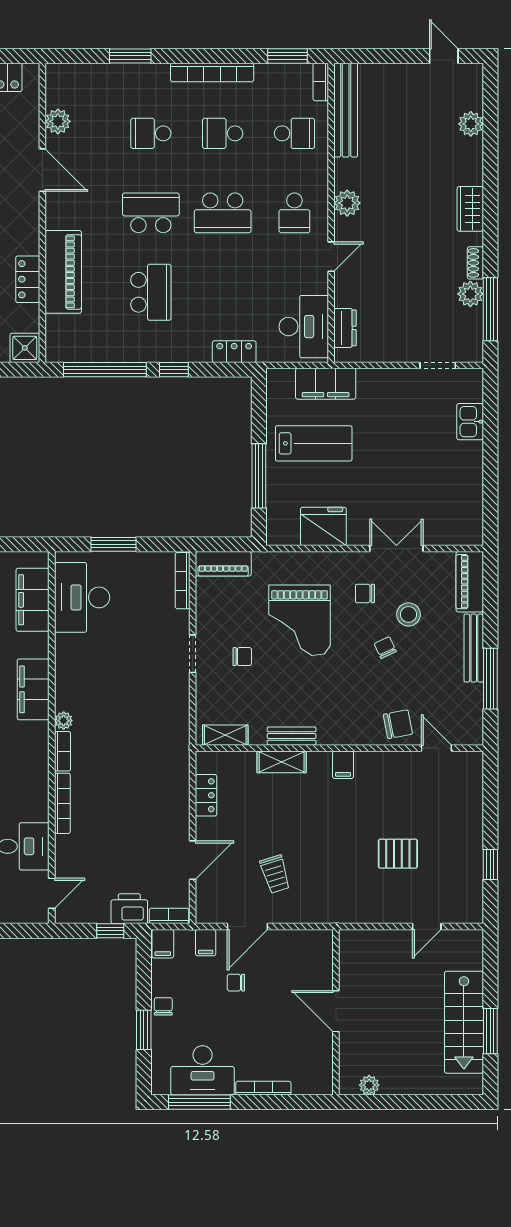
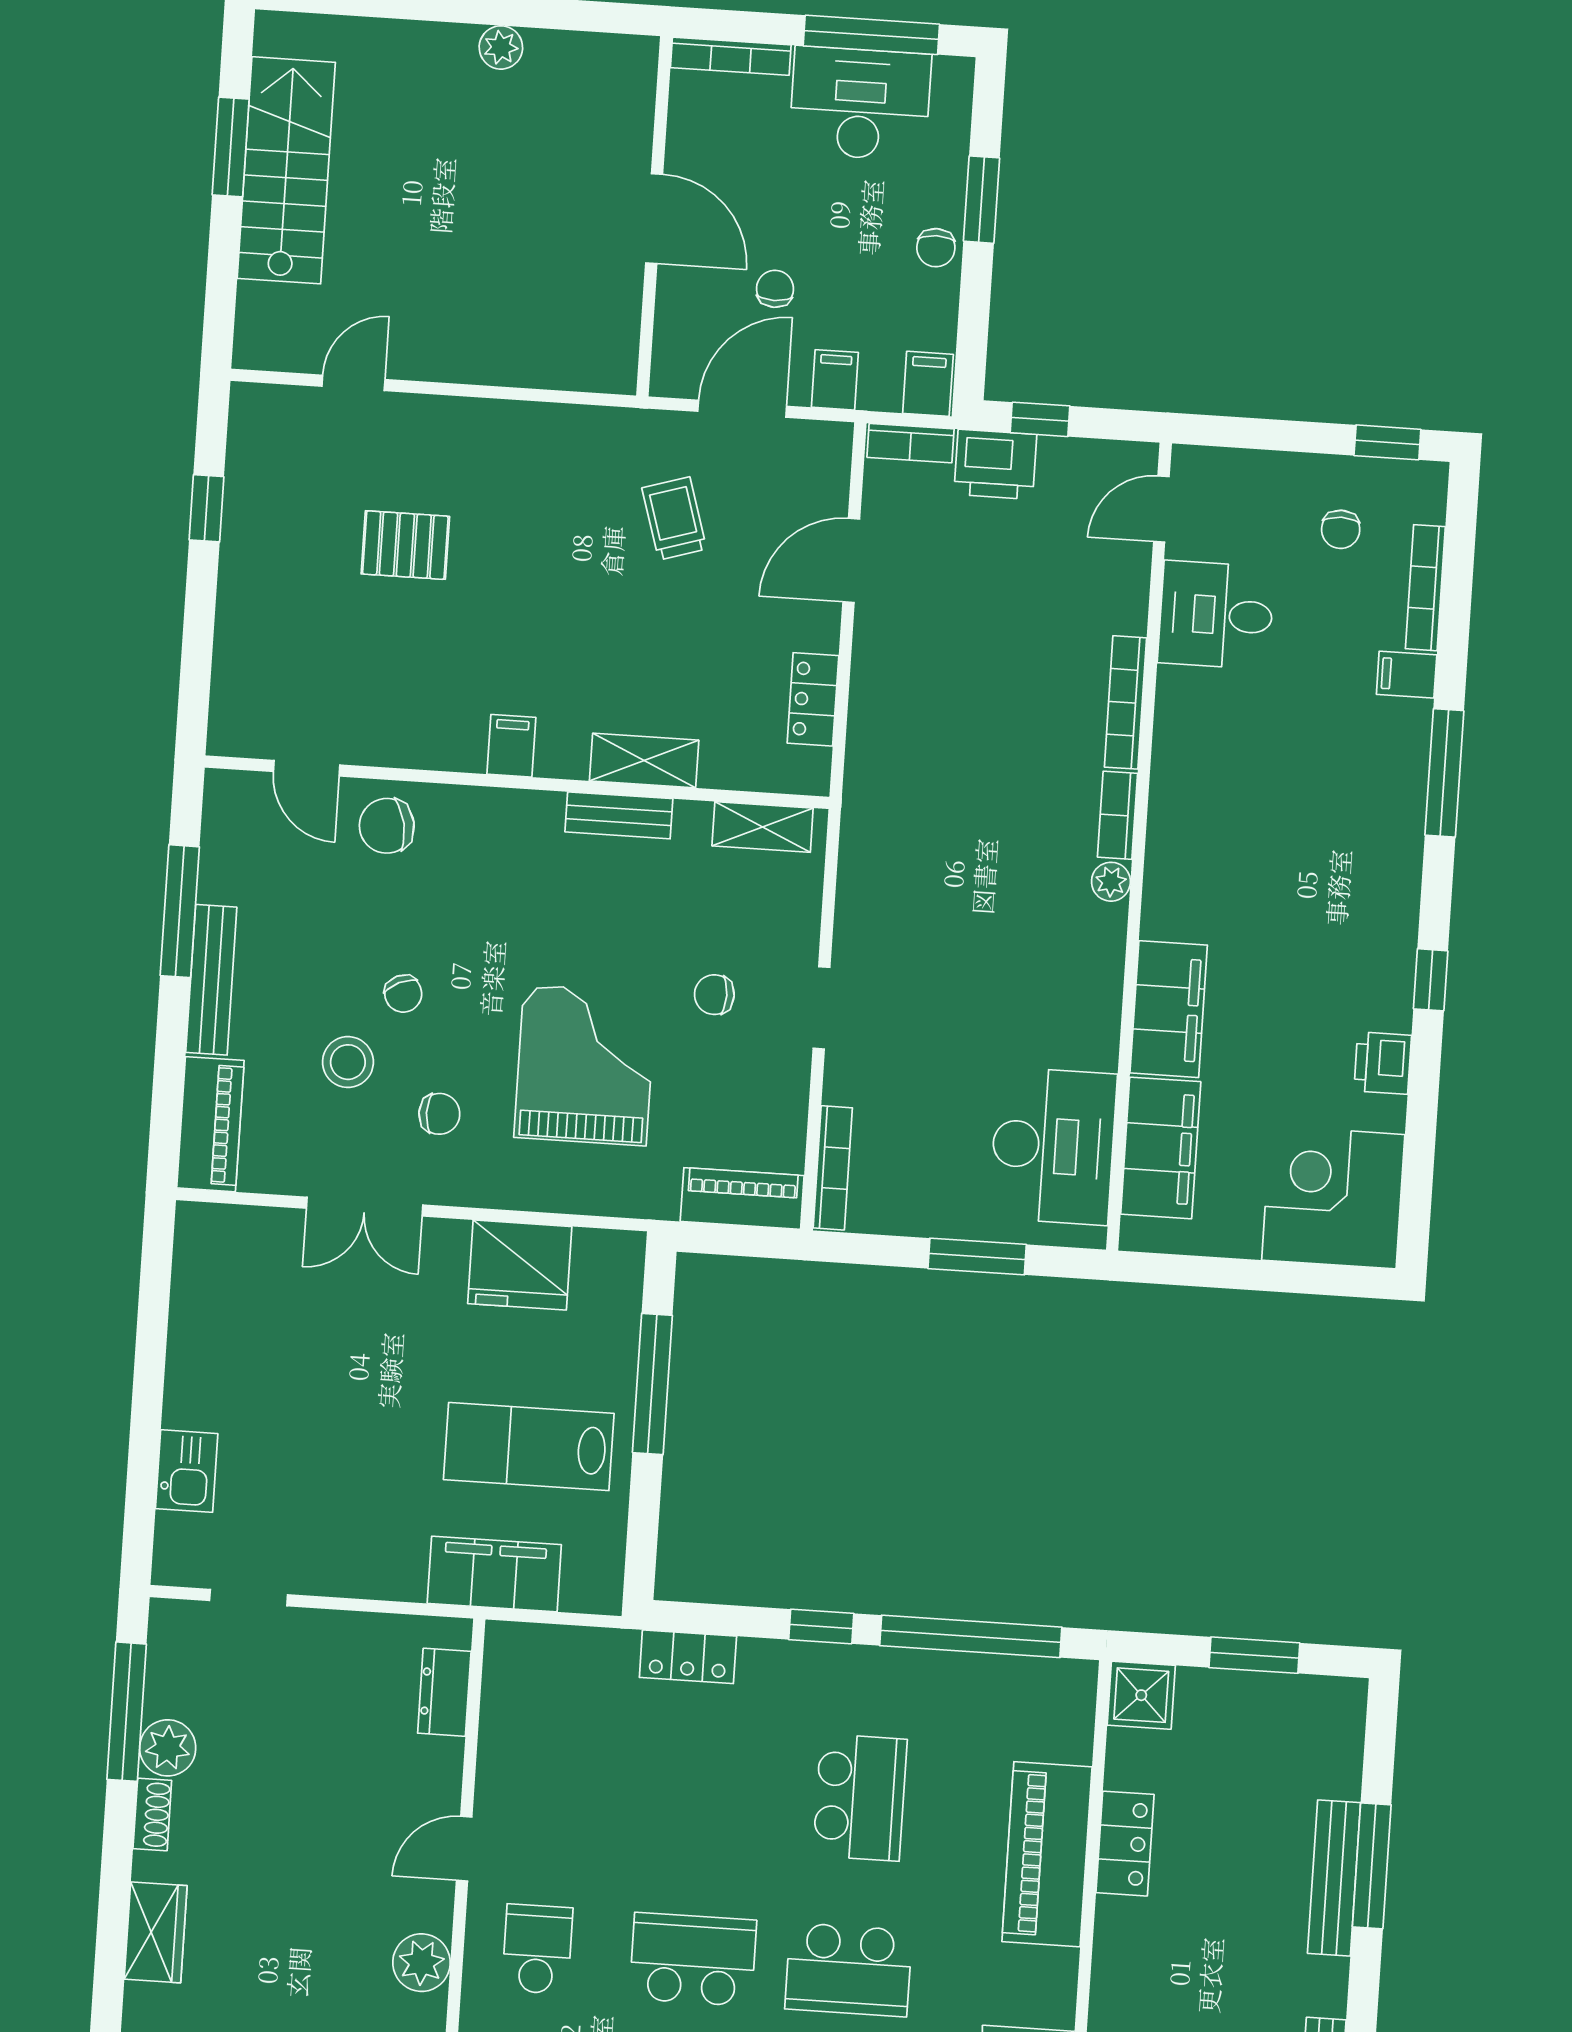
school desk: (151, 292) -> (860, 1797), turned 180
desk: (304, 327) -> (534, 1701), removed
filing cabinet: (33, 689) -> (1169, 1009), moved
chair: (236, 983) -> (775, 289), turned -90
door: (336, 1011) -> (654, 219), moved
wall: (336, 1012) -> (654, 216), moved

